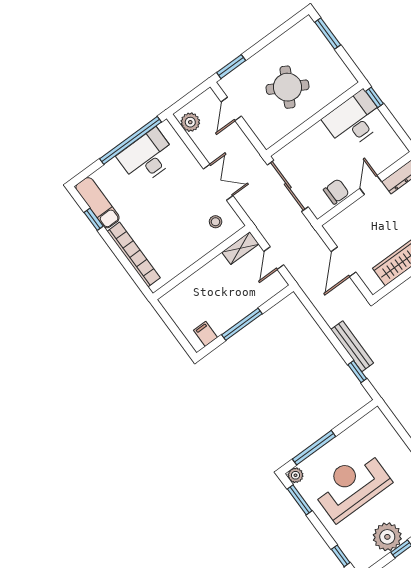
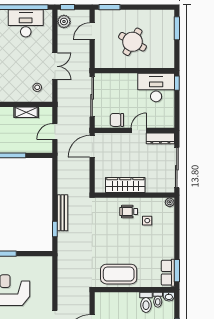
window: (182, 103) -> (67, 7), added
chair: (336, 192) -> (117, 120), turned 180
shelving: (240, 248) -> (26, 112), moved
door: (344, 262) -> (92, 146), moved

